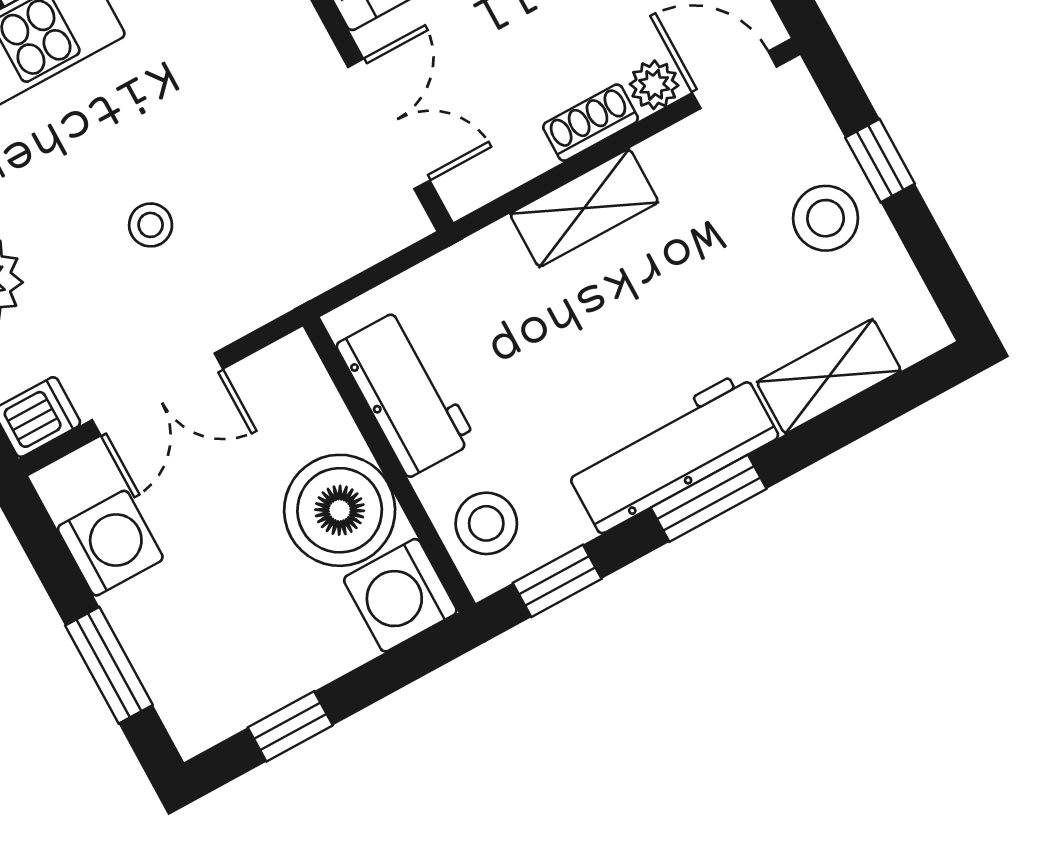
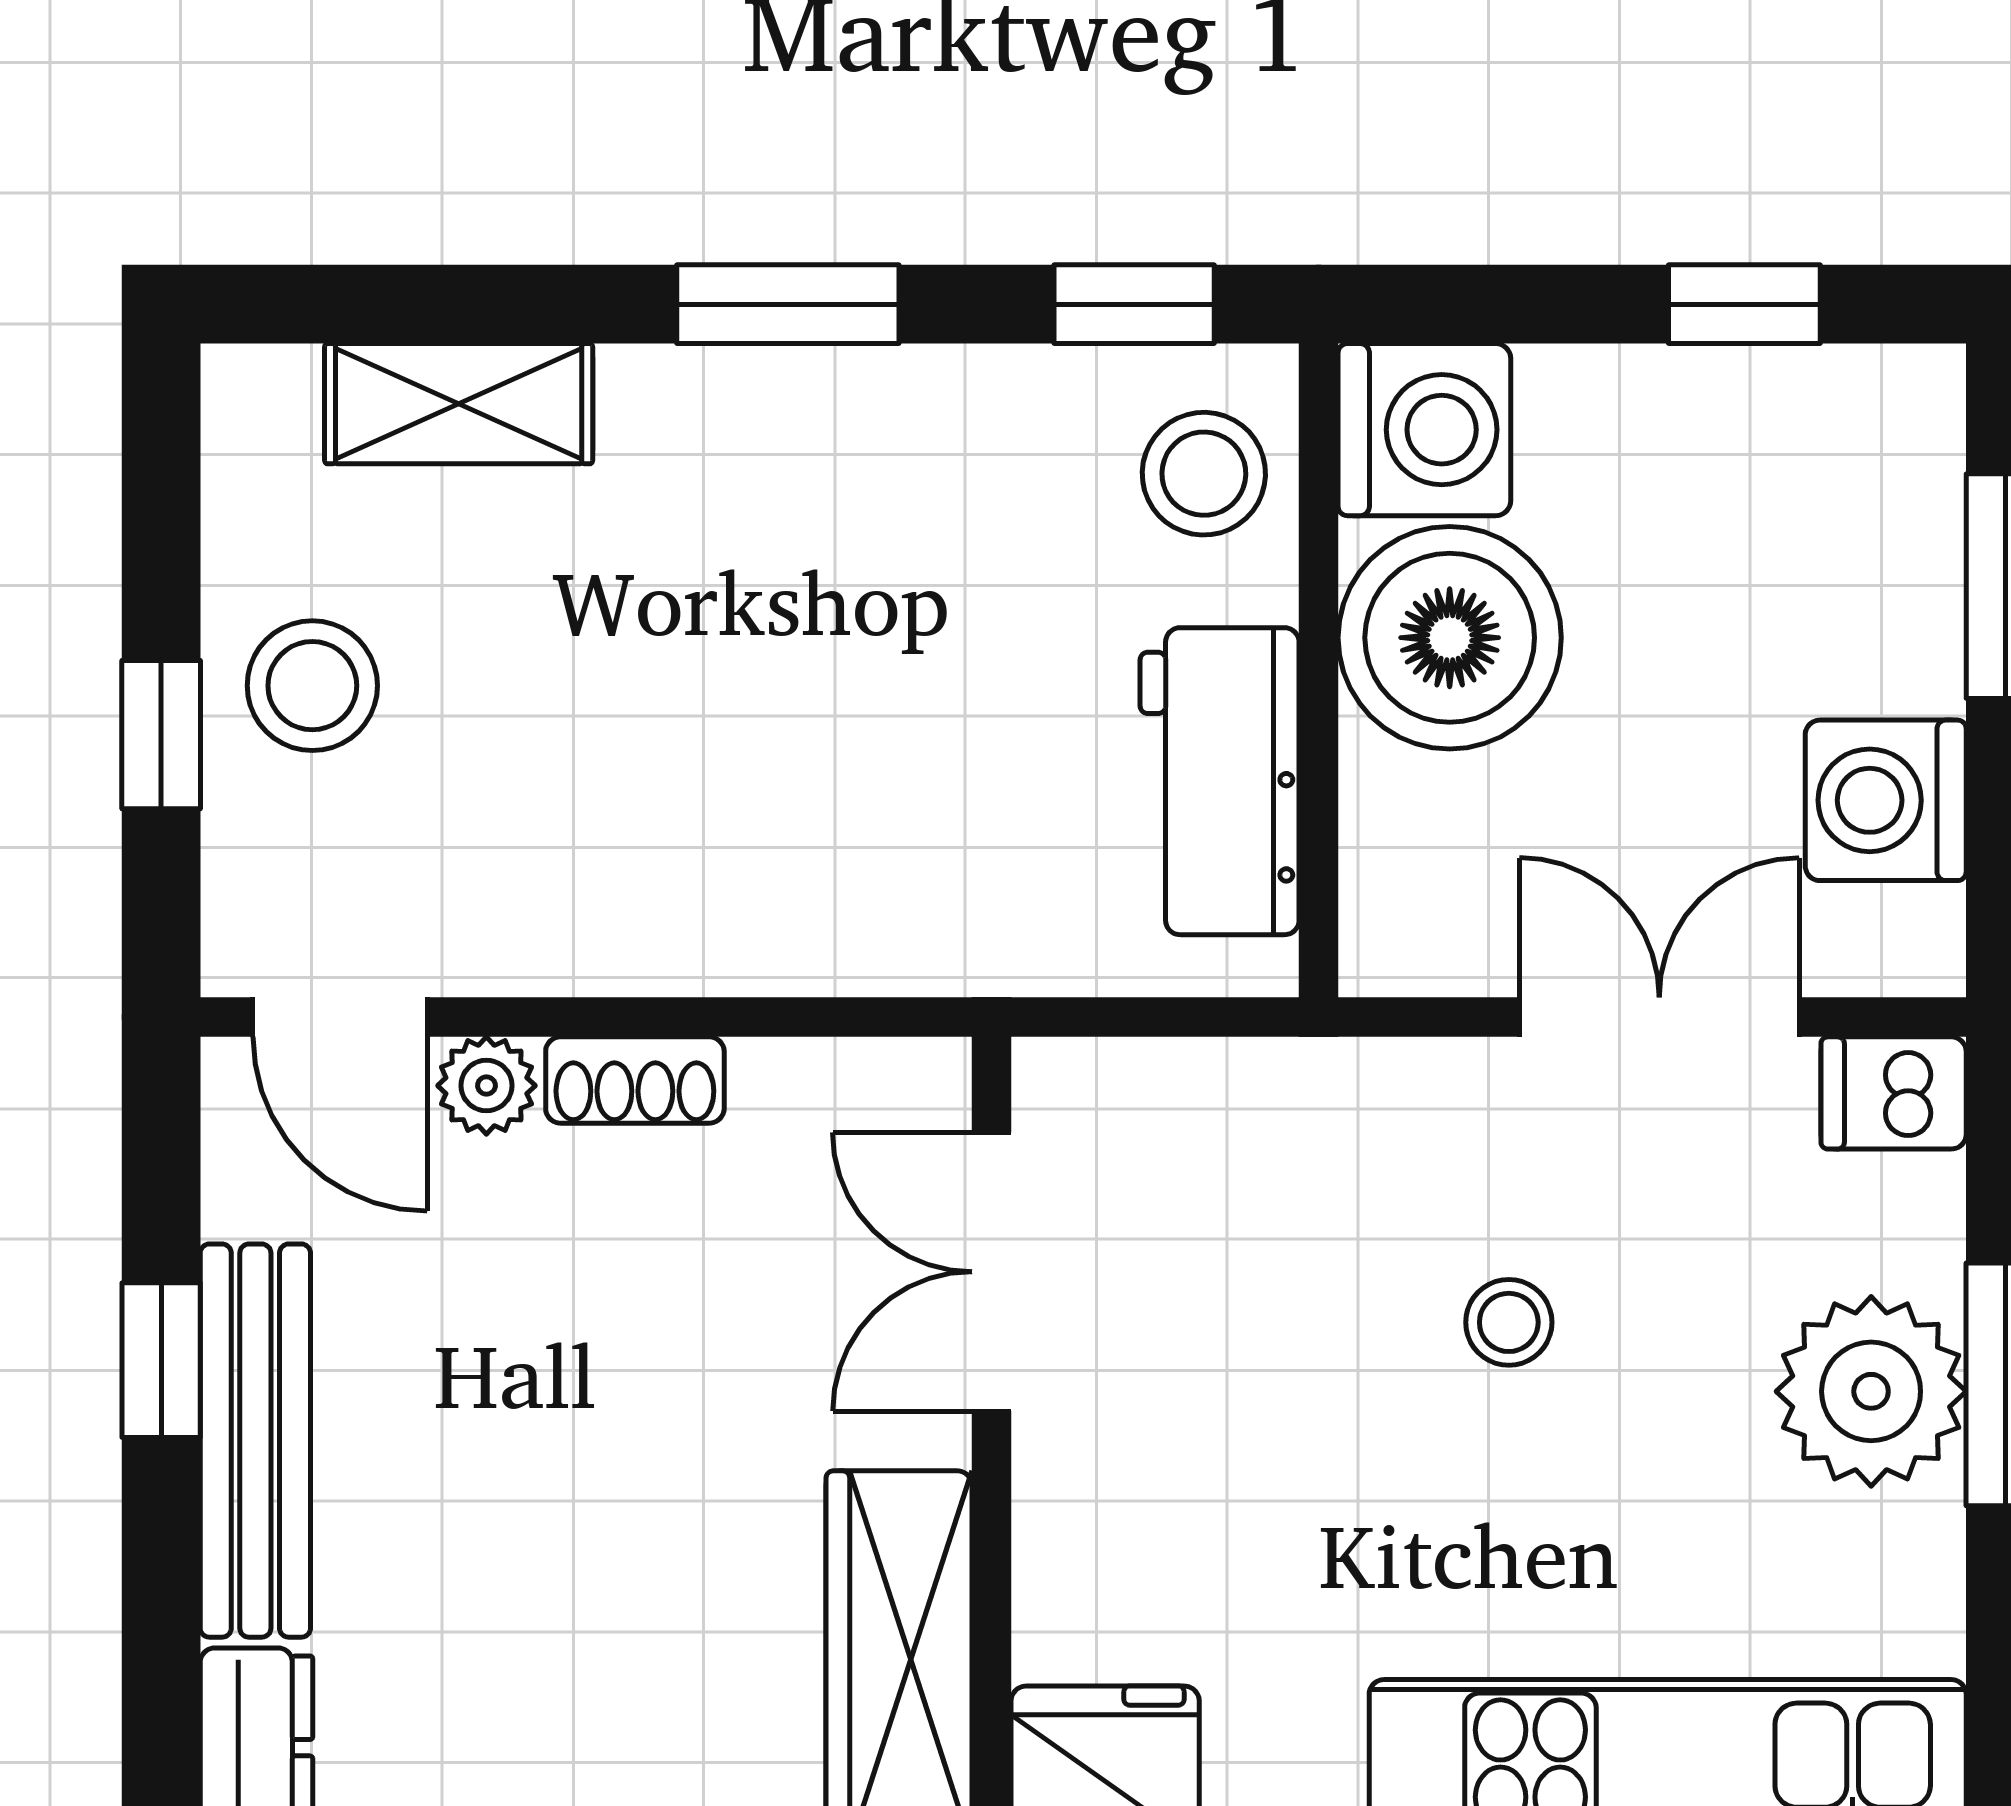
shelving: (584, 208) -> (728, 935), removed
workbench: (672, 452) -> (809, 421), removed

